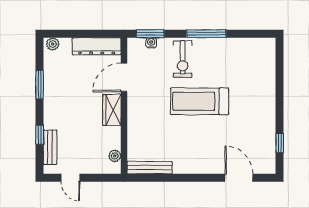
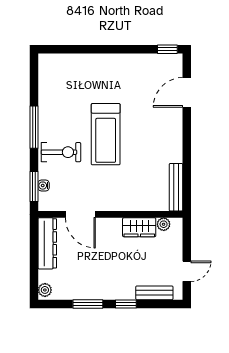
wardrobe: (112, 110) -> (139, 227), moved
window: (40, 135) -> (126, 304), moved
window: (280, 143) -> (167, 49), moved

